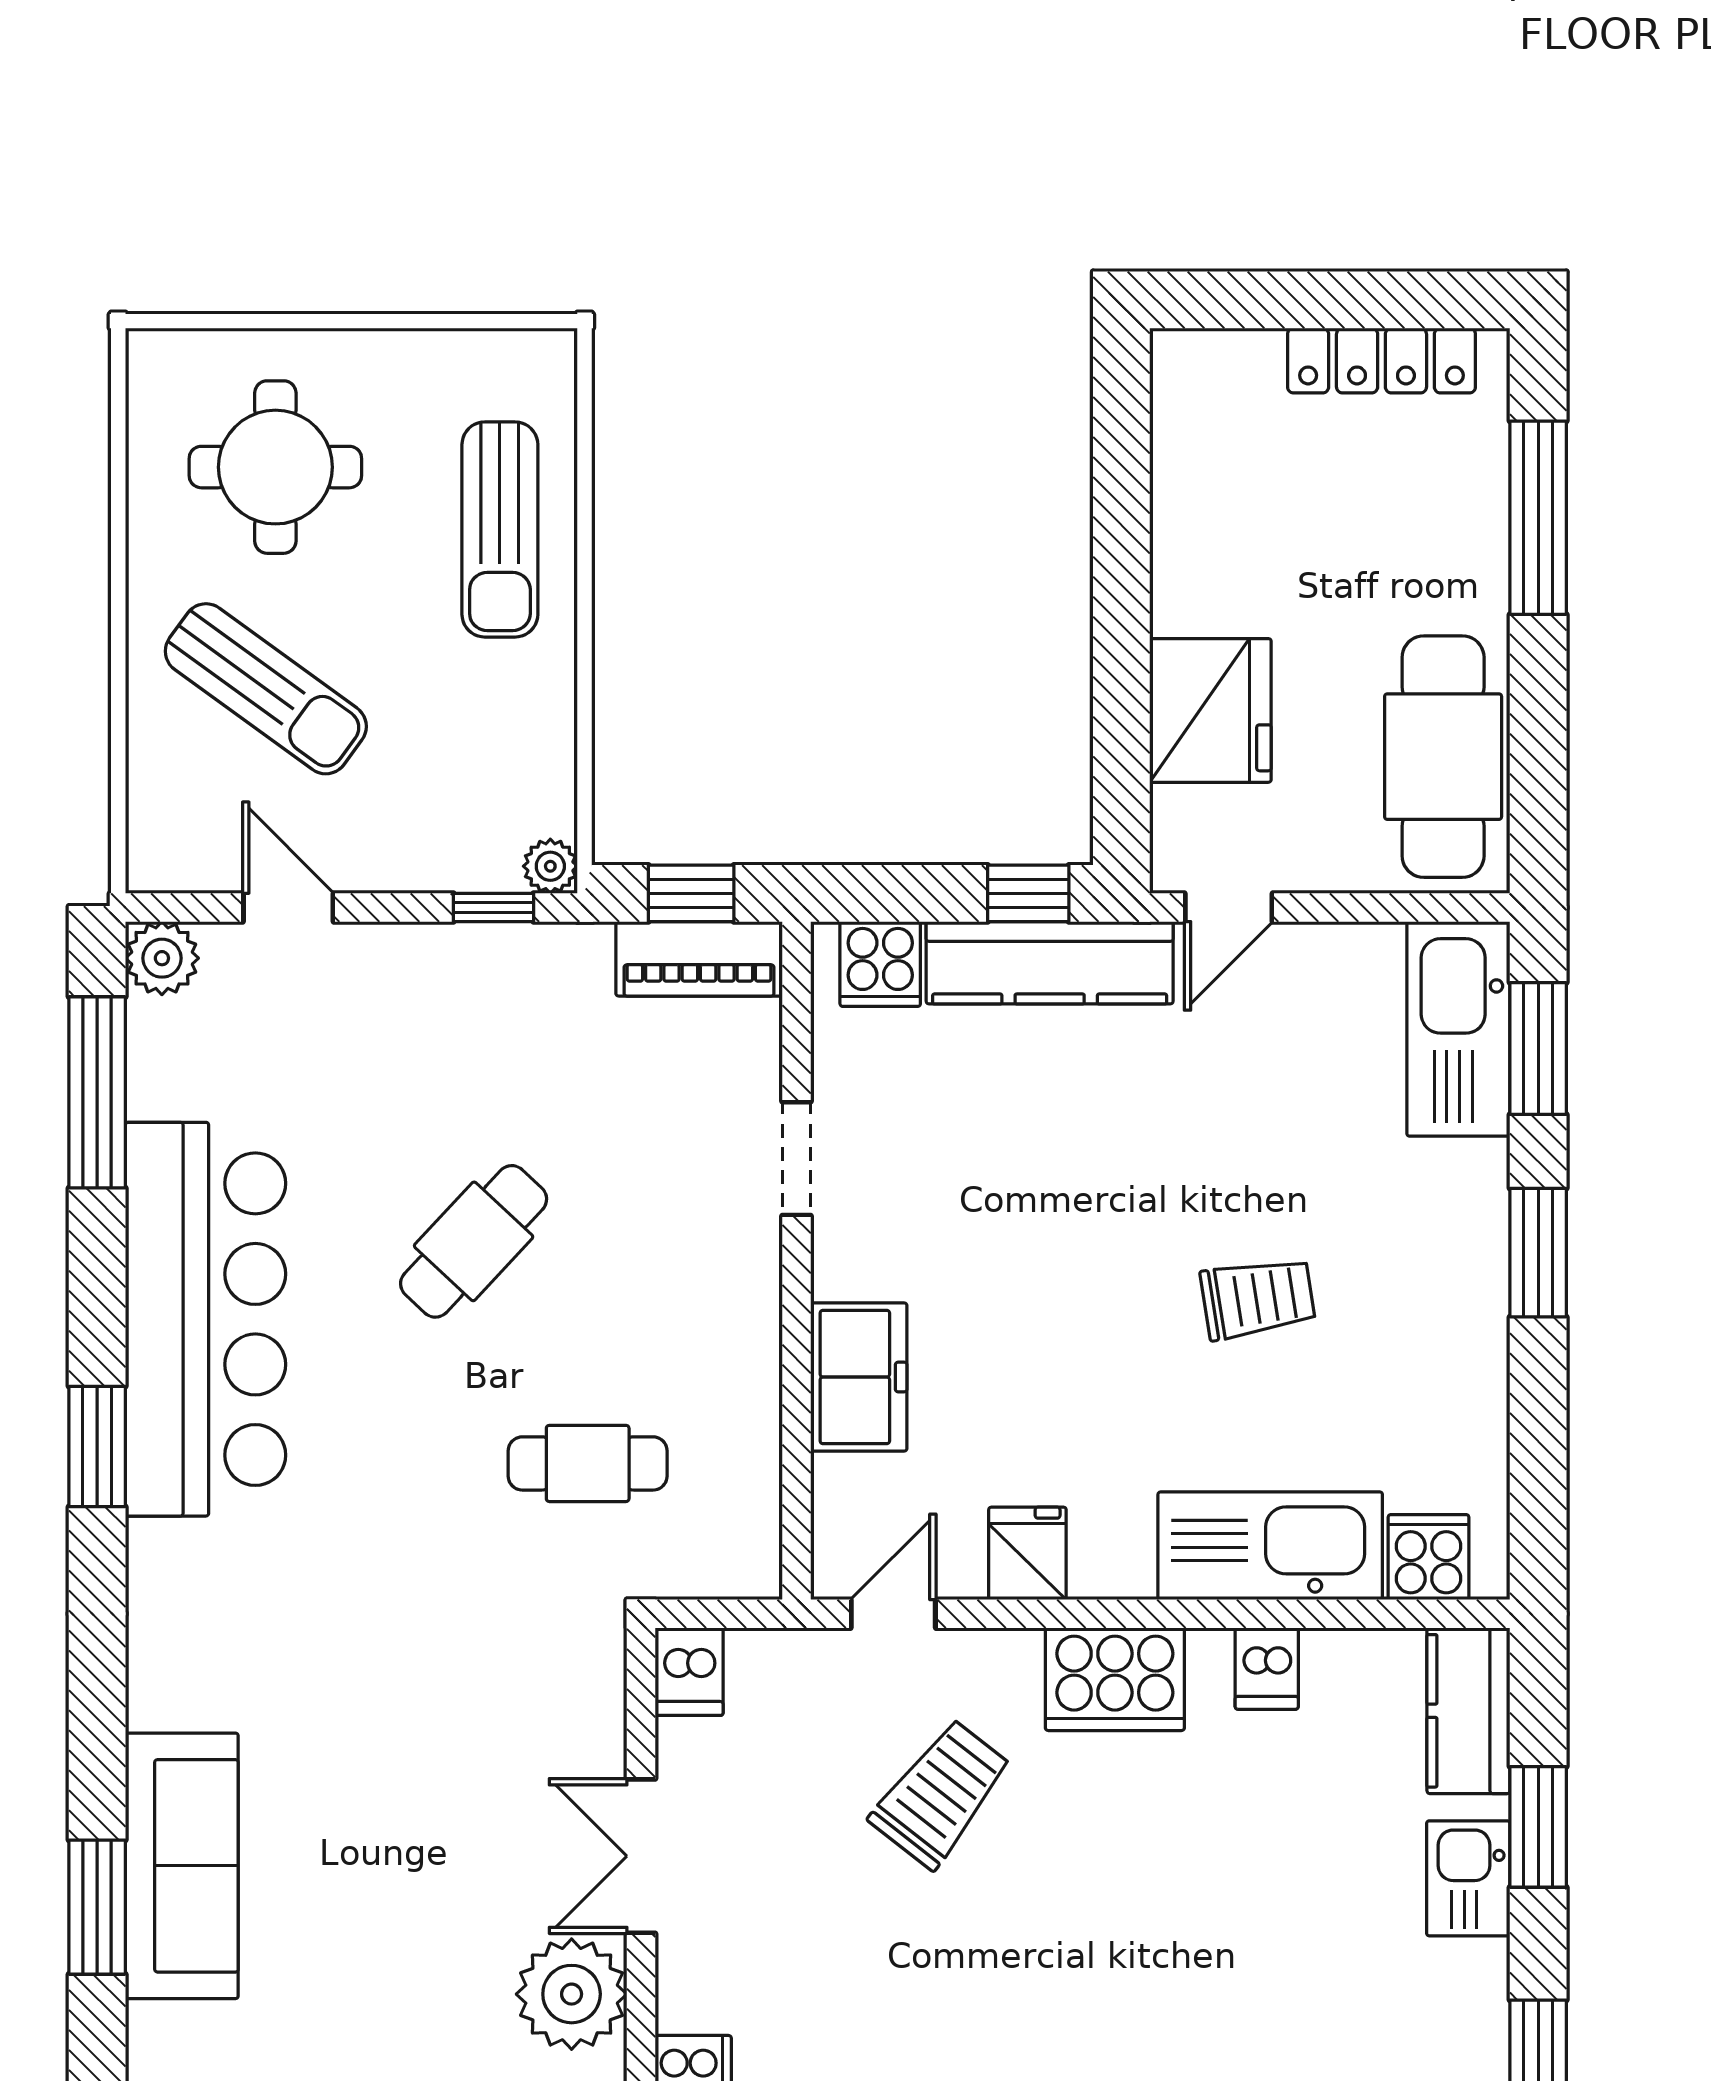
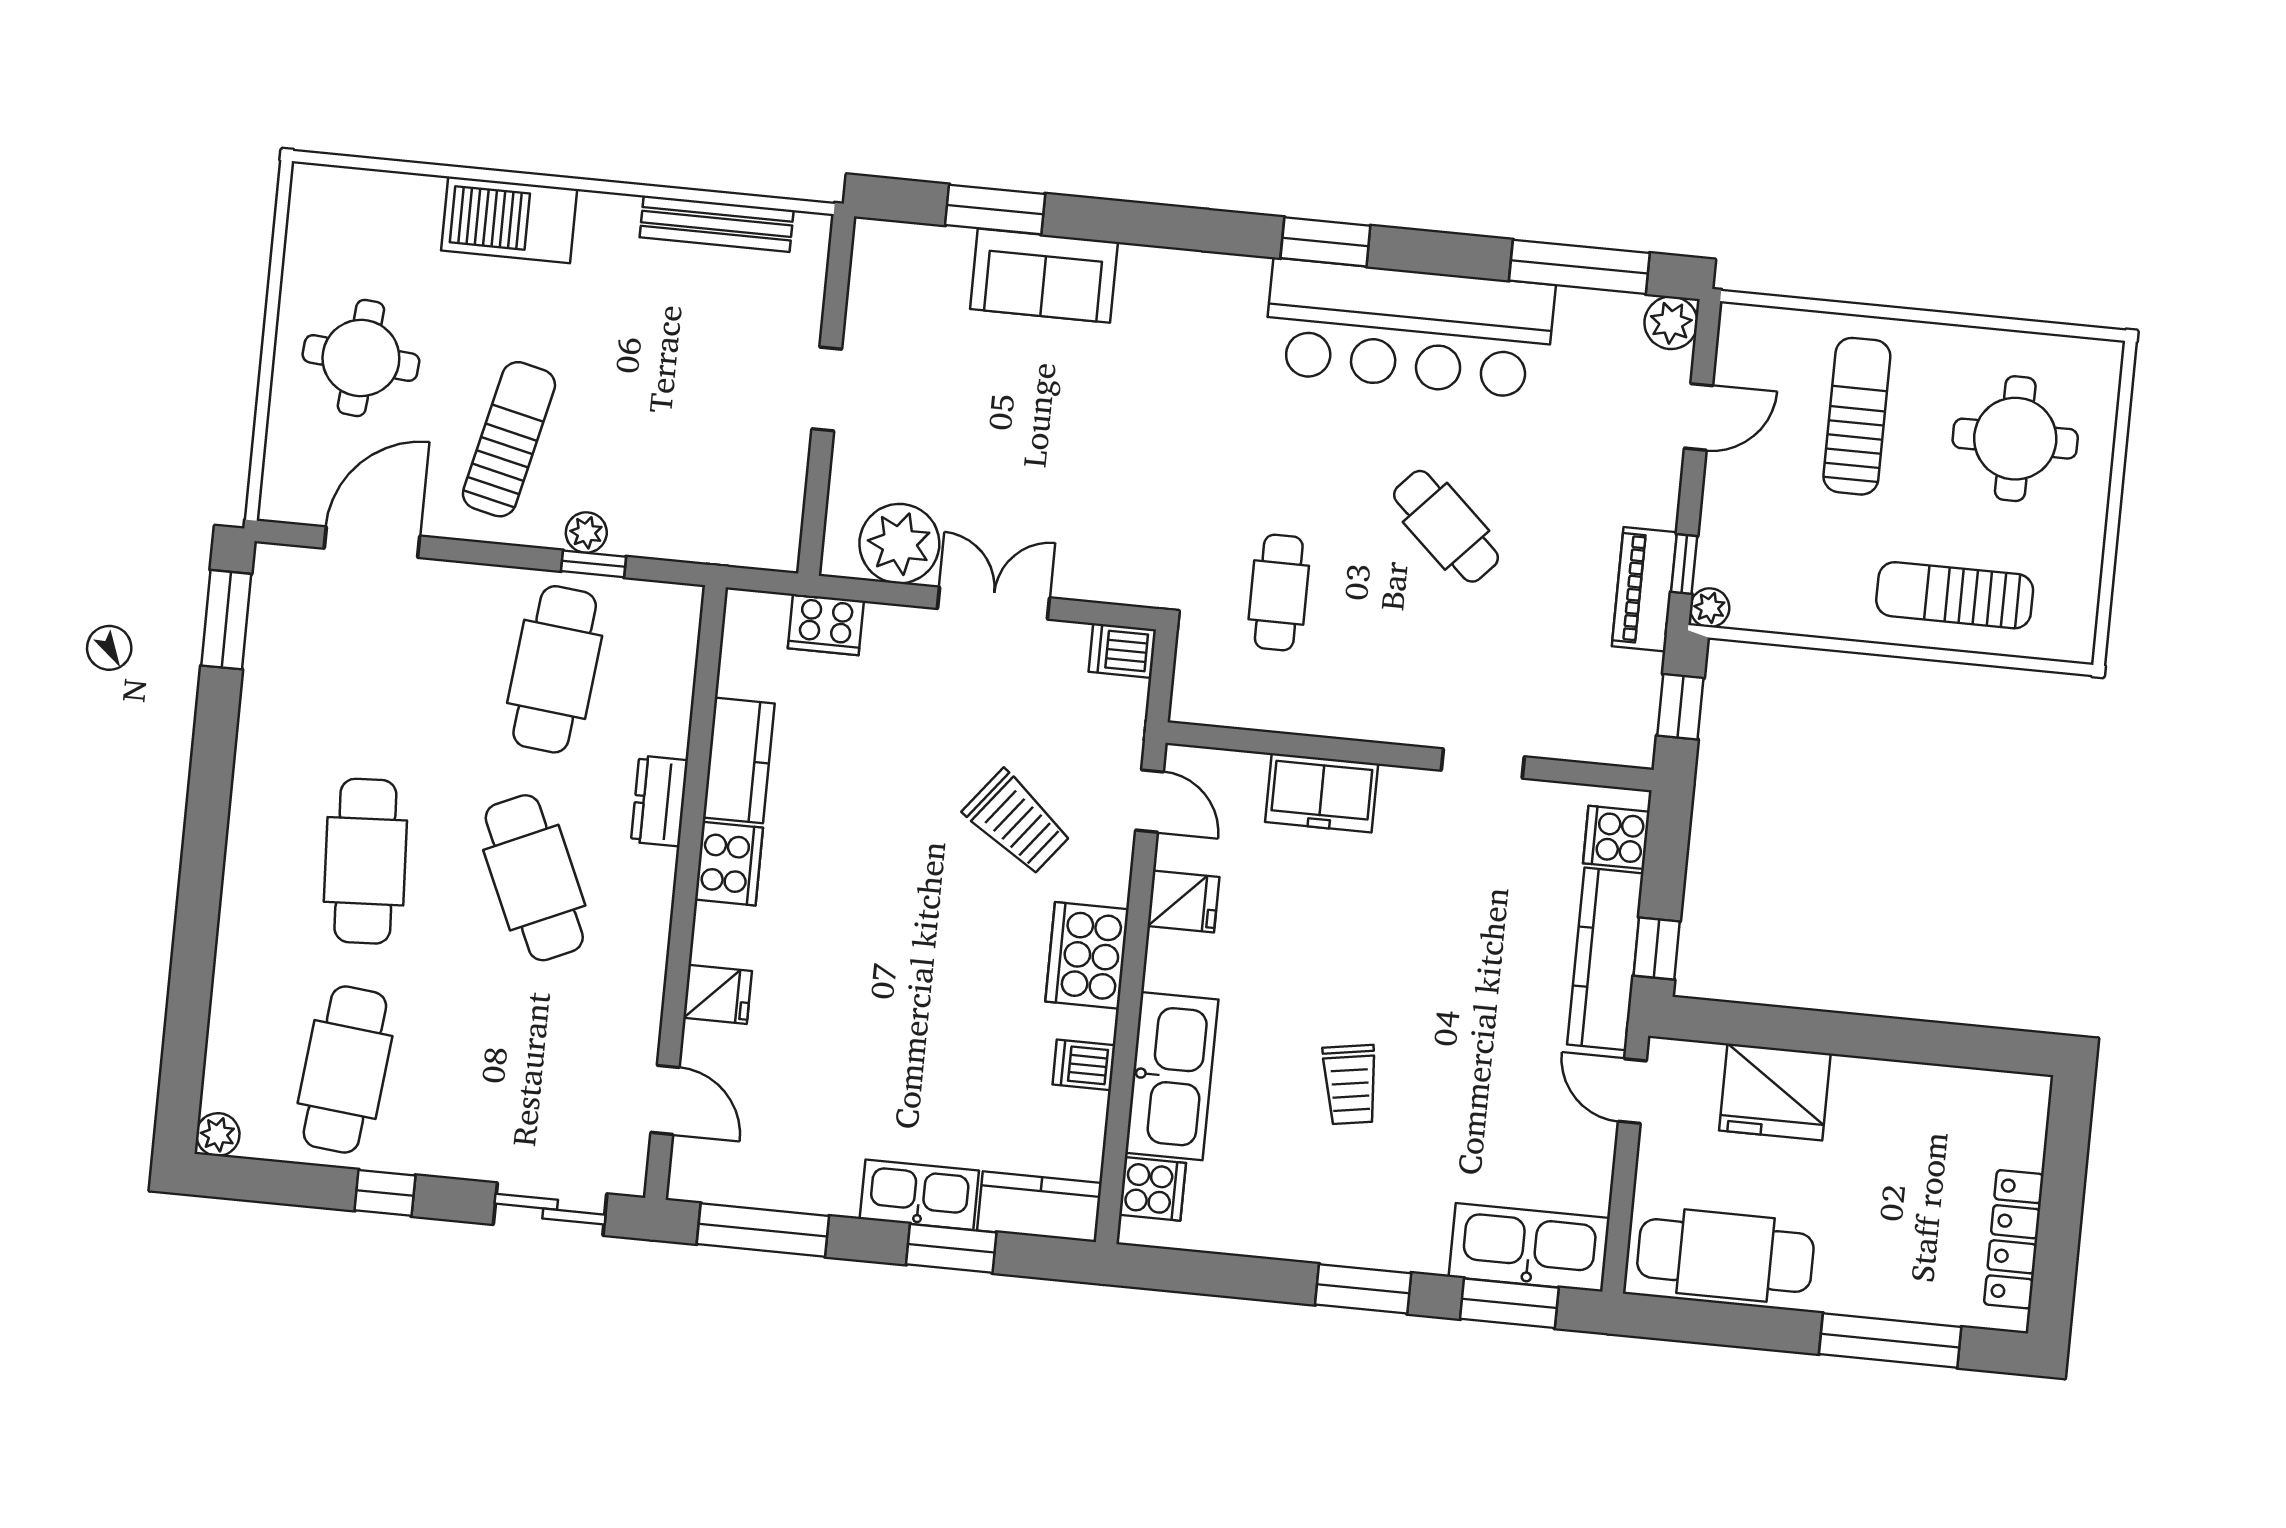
sun lounger: (266, 689) -> (1857, 416), turned 144
piano: (699, 959) -> (1644, 589), moved
sofa: (182, 1866) -> (1044, 276), width x0.73
kitchen sink: (1468, 1878) -> (919, 1195), width x1.38

